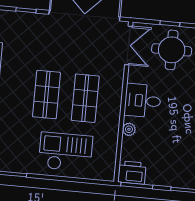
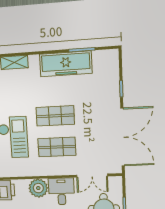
double door: (129, 45) -> (92, 176), moved
plant: (129, 129) -> (38, 188), width x1.87, depth x1.87

